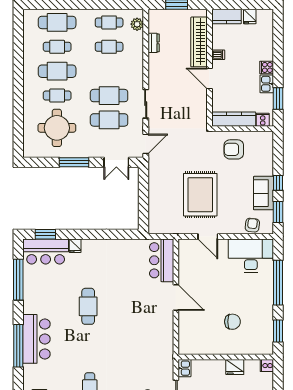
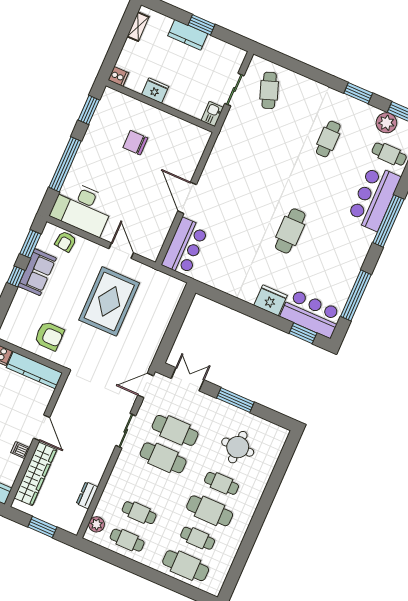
round table: (57, 128) -> (238, 447), width x0.73, depth x0.73
fridge: (75, 246) -> (271, 300), width x1.88, depth x1.34
bar counter: (36, 339) -> (374, 198), moved

